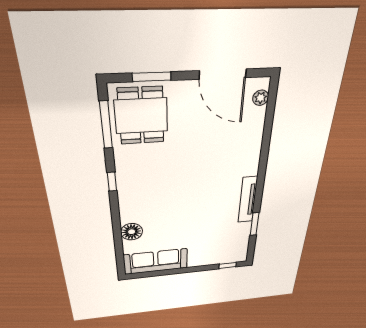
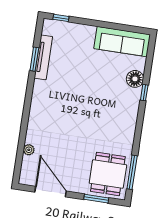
plant: (261, 98) -> (29, 150), moved
window: (112, 182) -> (144, 93), moved
tv unit: (248, 200) -> (43, 57), moved

